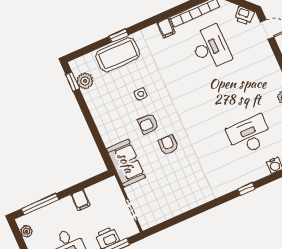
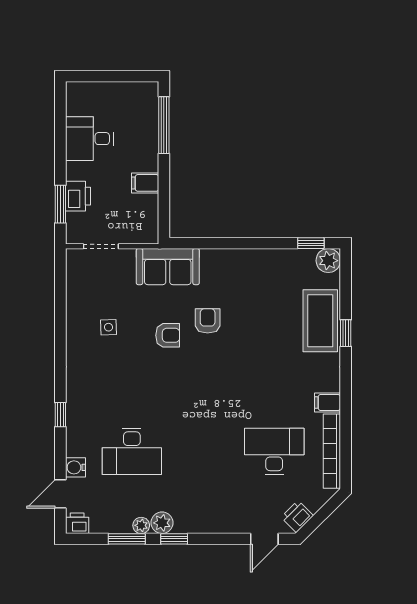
desk: (211, 48) -> (274, 451), turned 180
plant: (85, 81) -> (328, 261), moved
side table: (141, 94) -> (108, 327), moved
desk: (249, 135) -> (132, 451), turned 90
plant: (26, 231) -> (135, 90), removed

